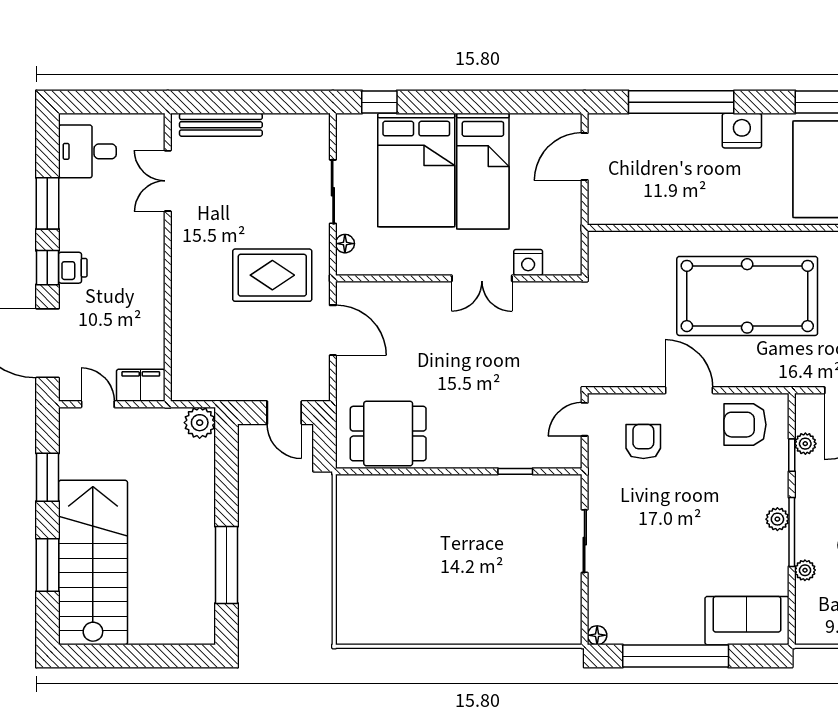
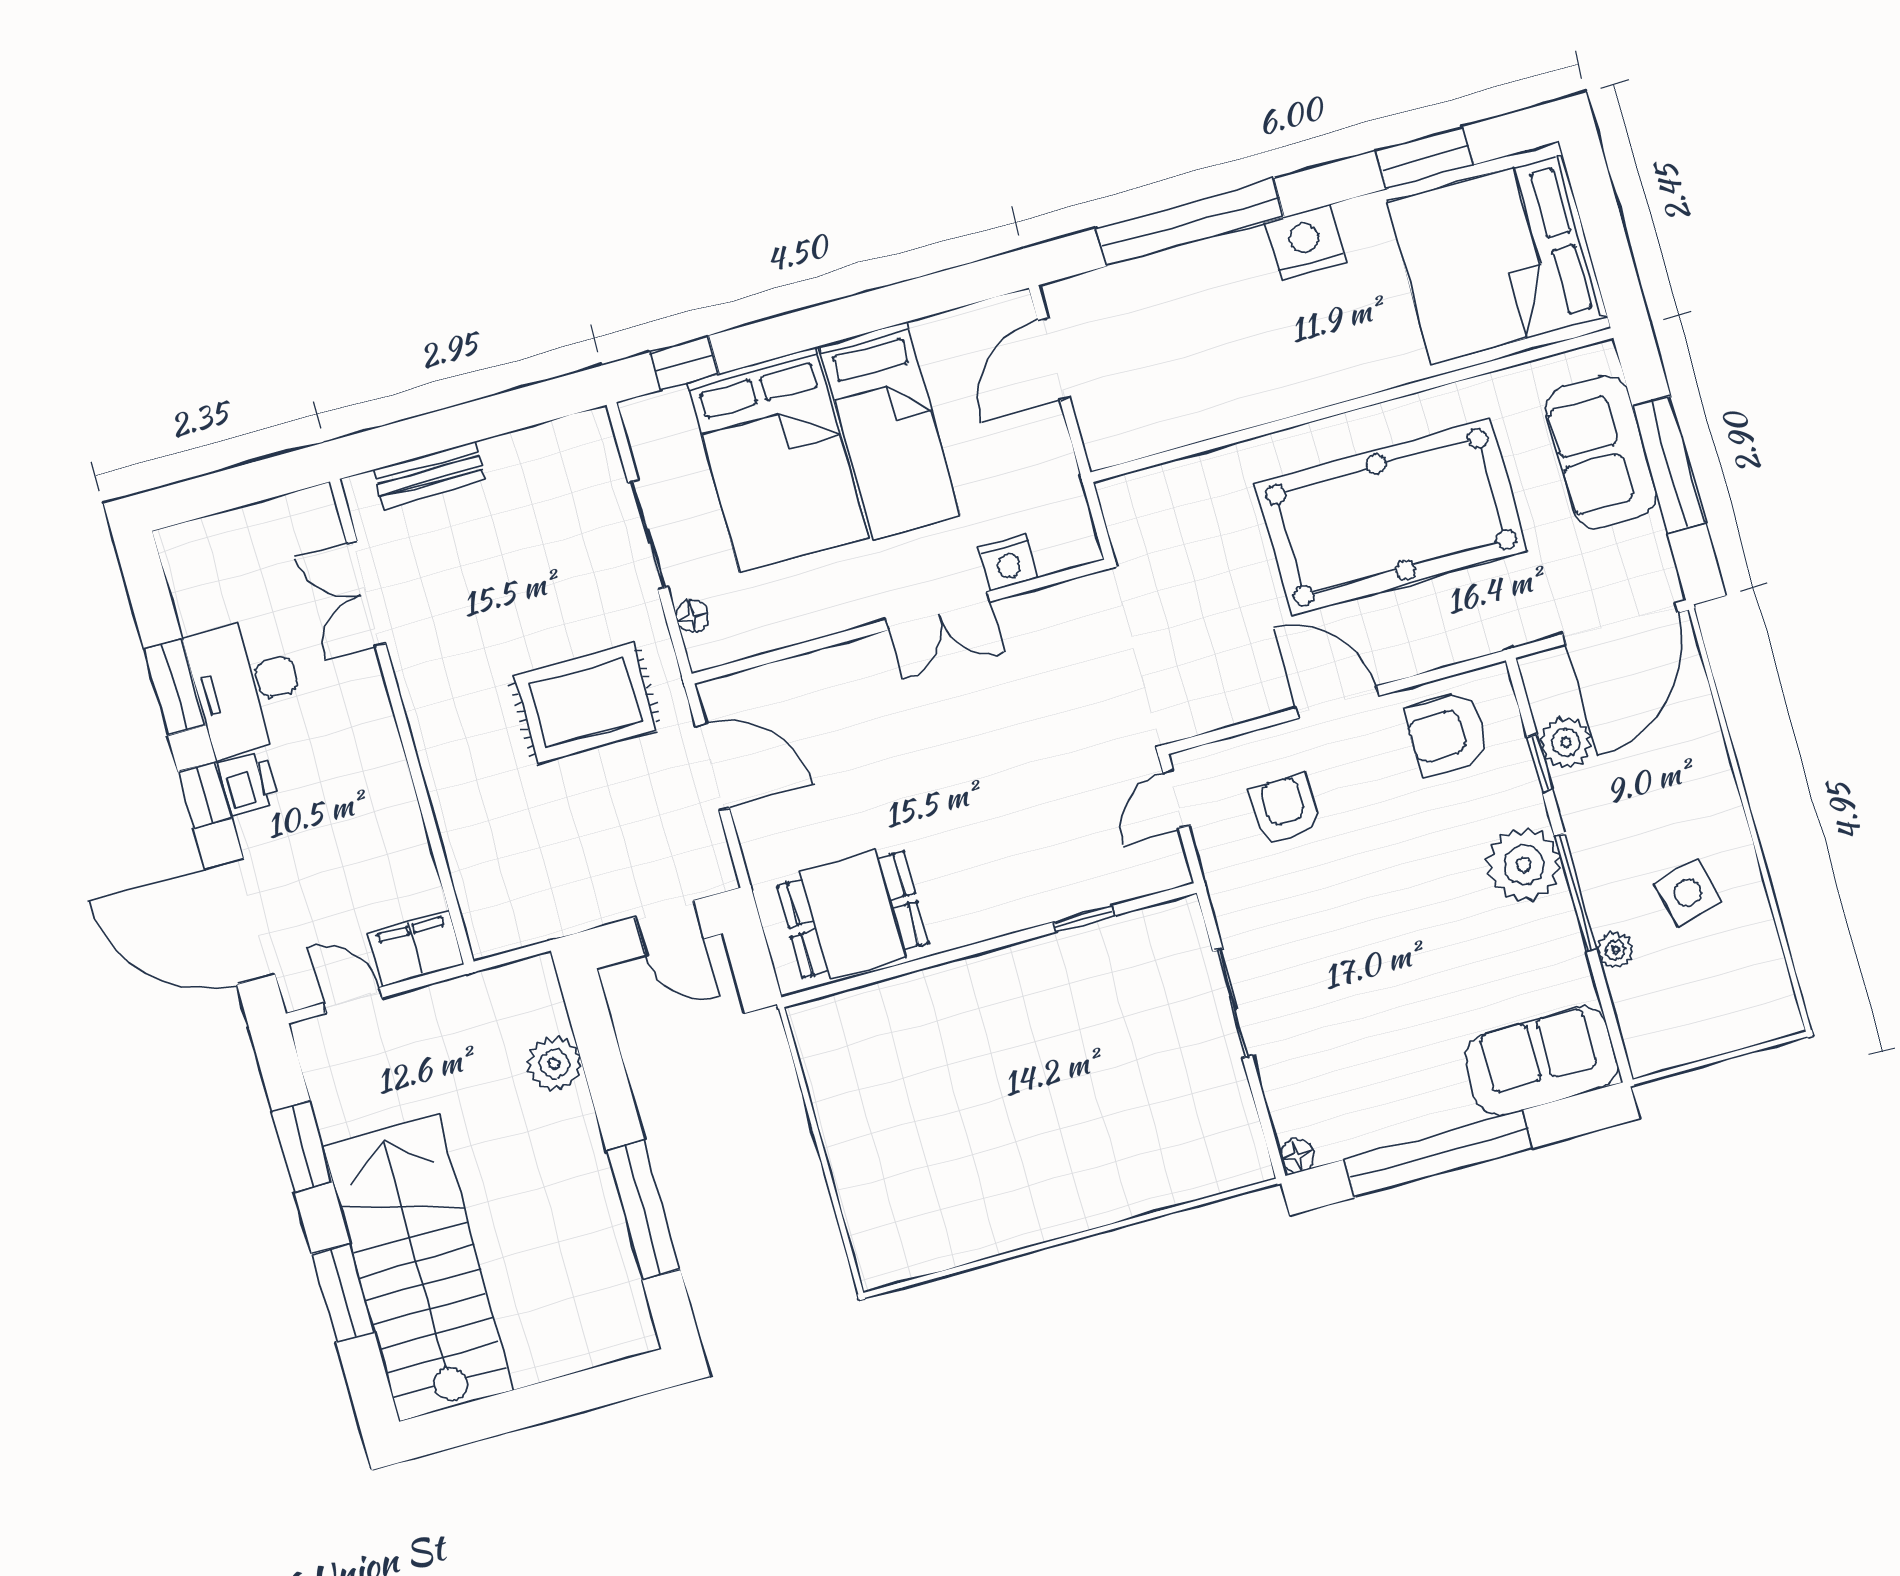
bench: (221, 125) -> (429, 475), width x0.73
desk: (87, 151) -> (247, 685), moved, width x1.37
plant: (200, 423) -> (554, 1064), moved
plant: (805, 444) -> (1566, 742), width x1.38, depth x1.38
plant: (777, 519) -> (1524, 865), width x1.87, depth x1.87

